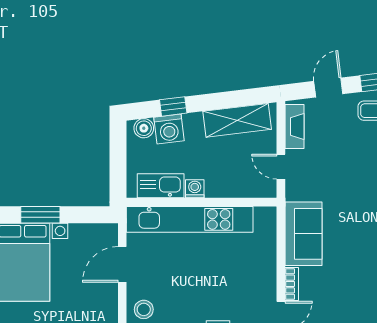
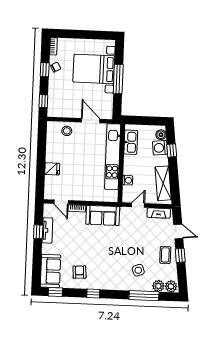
washing machine: (195, 189) -> (128, 180), moved
window: (40, 215) -> (118, 79), width x1.44

